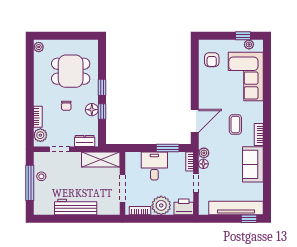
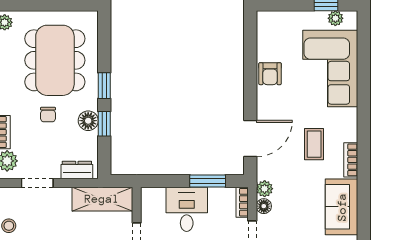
armchair: (212, 60) -> (270, 74), moved
dining table: (71, 71) -> (55, 60), width x1.38

